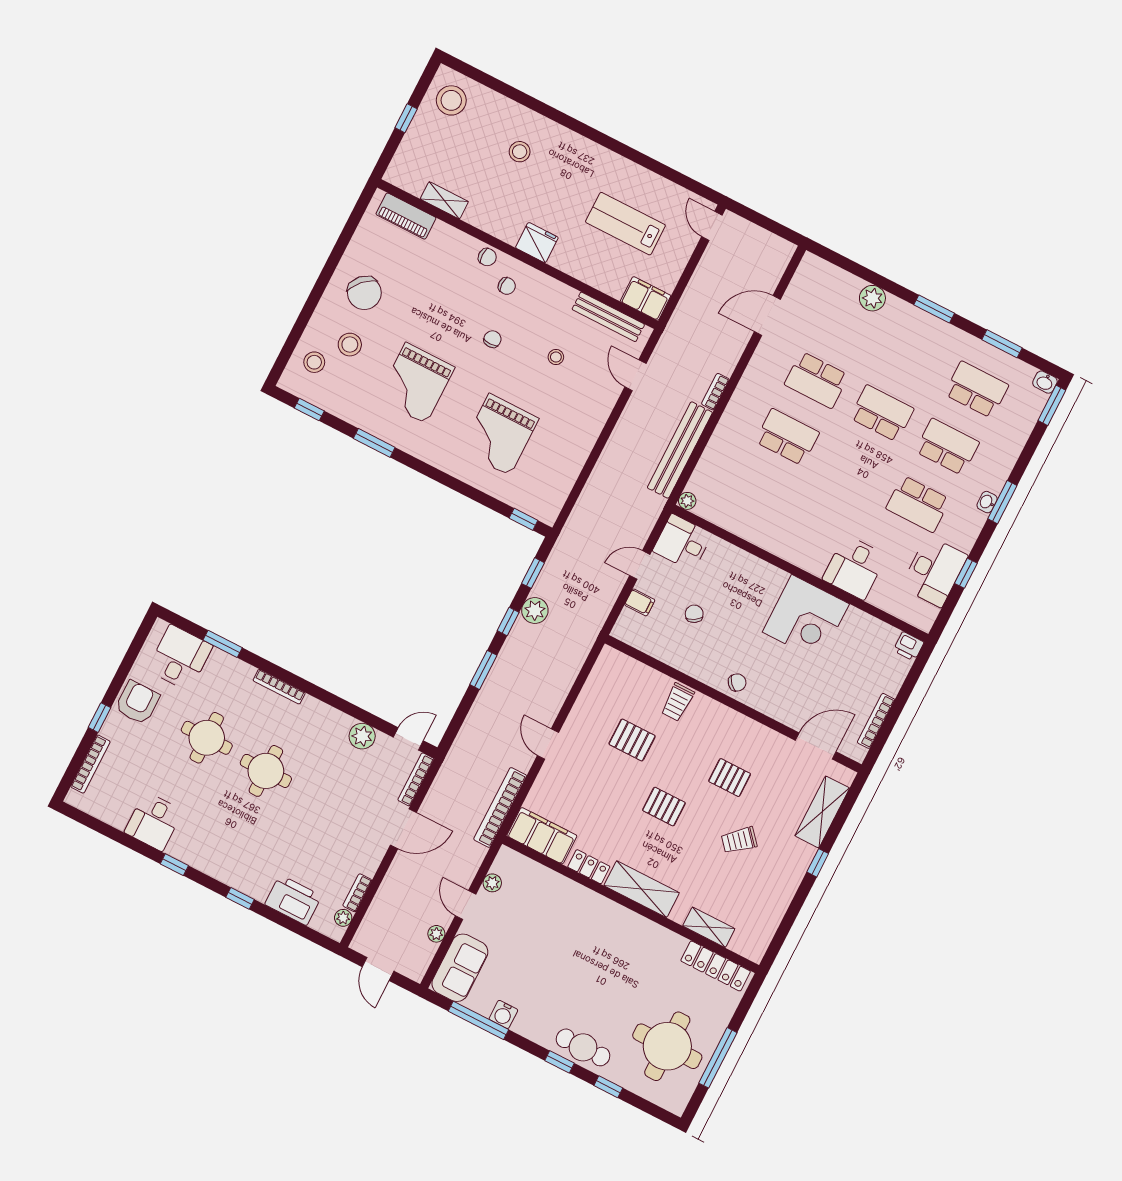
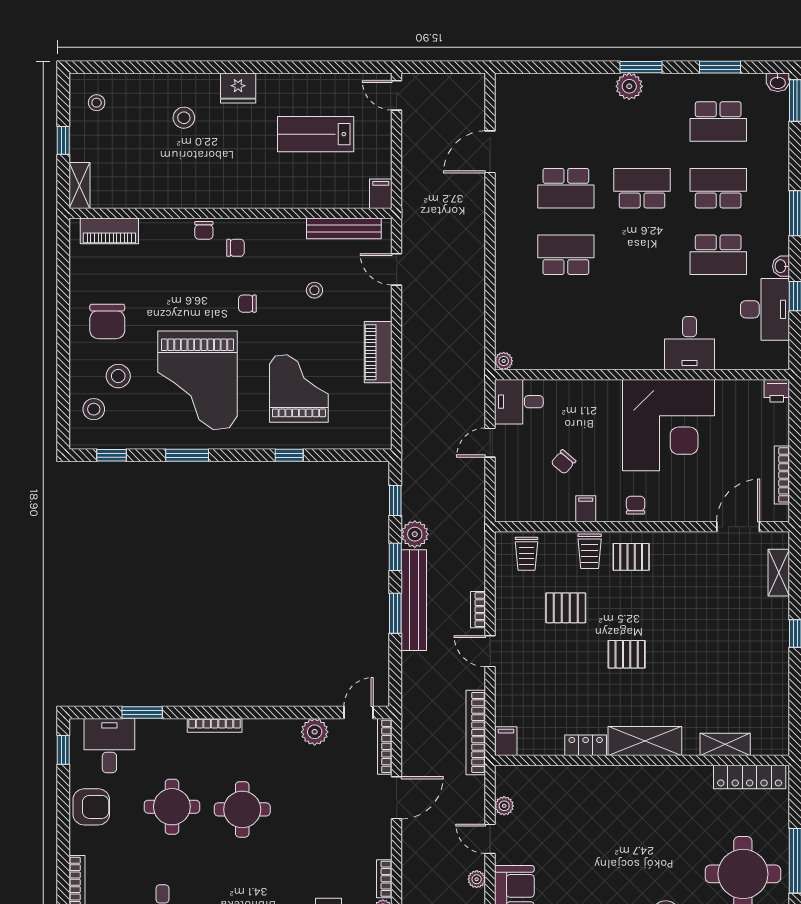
stool: (451, 100) -> (97, 103), width x0.53, depth x0.53
shelving: (444, 200) -> (80, 186), moved, turned 90
fridge: (537, 243) -> (238, 88), moved, turned 180
chair: (487, 257) -> (204, 230), turned 90
chair: (364, 293) -> (107, 321), turned 45
filing cabinet: (646, 298) -> (381, 194), width x0.50
plant: (872, 298) -> (629, 86), moved
chair: (492, 339) -> (247, 304), turned -90
grand piano: (416, 383) -> (197, 380), width x1.37, depth x1.48
school desk: (977, 390) -> (718, 122), turned 180
bookcase: (715, 392) -> (478, 610), moved
grand piano: (499, 435) -> (299, 388), turned 180
piano: (583, 438) -> (378, 352), added
bench: (680, 450) -> (414, 600), moved
washbasin: (987, 502) -> (781, 266), moved
window: (523, 519) -> (289, 455), moved
filing cabinet: (640, 602) -> (586, 509), moved, turned -90
chair: (694, 614) -> (563, 462), turned -109
corner desk: (806, 618) -> (668, 425), width x1.36, depth x1.36
chair: (737, 682) -> (635, 505), turned -49
armchair: (137, 702) -> (91, 807), turned 90
window: (99, 718) -> (63, 750), moved
pallet: (730, 778) -> (631, 557), moved
shelving: (822, 812) -> (779, 573), width x0.67, depth x0.75
filing cabinet: (542, 836) -> (506, 741), width x0.33, depth x0.86
trolley: (739, 840) -> (526, 554), moved, turned -49

